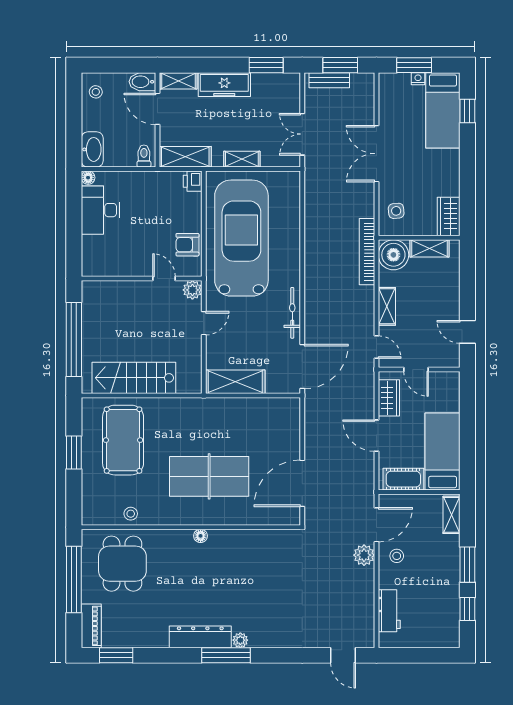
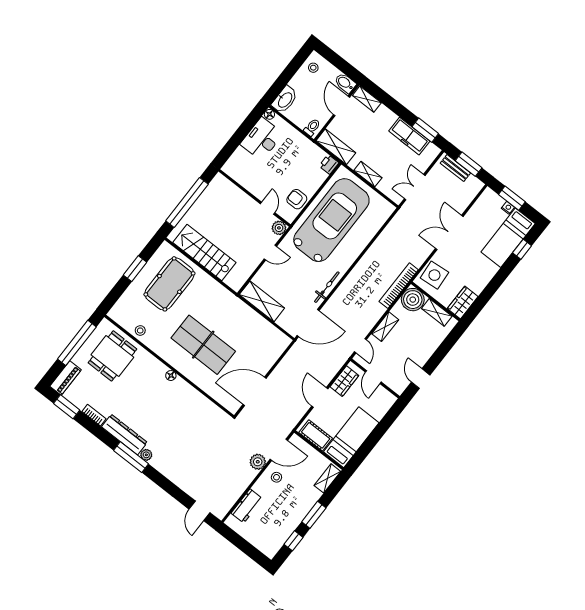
freezer: (224, 85) -> (409, 136), moved
side table: (396, 211) -> (434, 275), width x1.87, depth x1.87
bookcase: (152, 642) -> (94, 415), added

